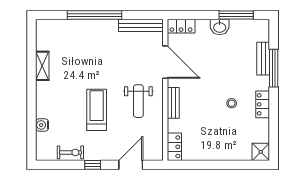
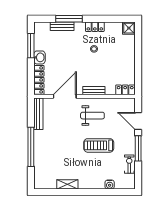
locker: (181, 26) -> (39, 80), width x1.53
window: (93, 165) -> (138, 148), width x2.17

